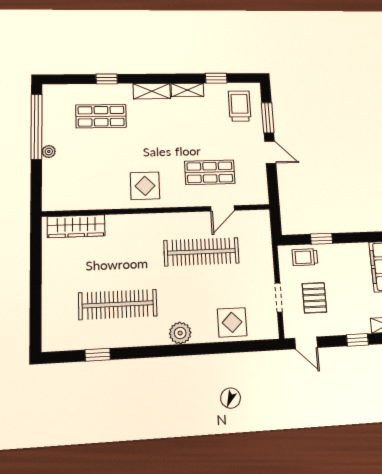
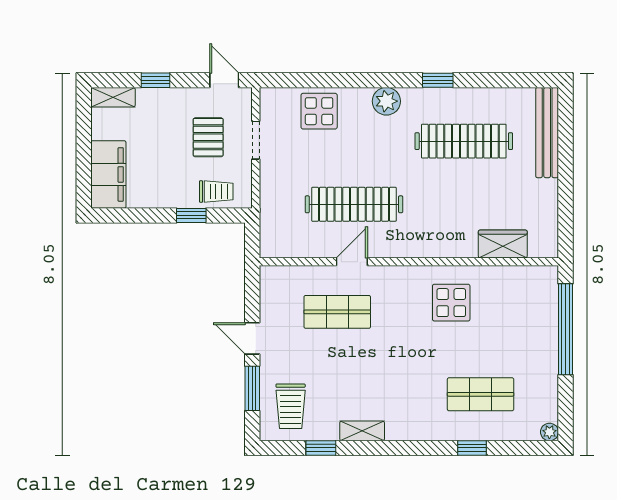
shelving: (152, 91) -> (411, 430), removed
window: (36, 126) -> (566, 329), moved
plant: (49, 152) -> (549, 432), moved
display table: (145, 186) -> (451, 303), moved
door: (223, 208) -> (352, 262), moved
wardrobe: (76, 226) -> (503, 244), width x0.67
bench: (51, 315) -> (547, 133), added
window: (98, 355) -> (438, 80), moved

